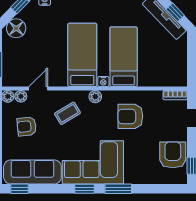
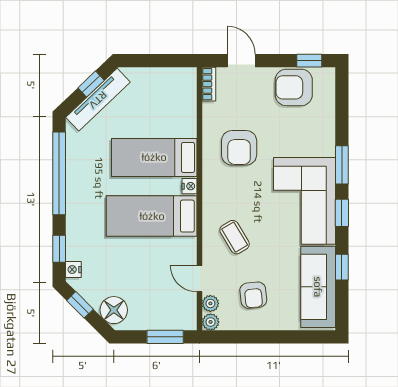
plant: (95, 97) -> (211, 198), removed
window: (19, 189) -> (342, 267), moved

